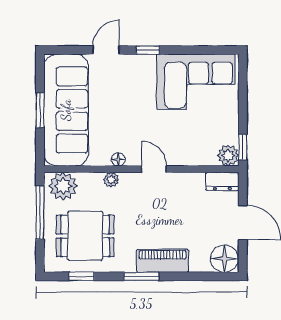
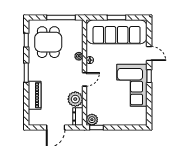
corner sofa: (196, 82) -> (132, 85), moved
plant: (63, 186) -> (75, 99), moved
floor lamp: (224, 259) -> (36, 118), removed
piano: (162, 261) -> (35, 95), moved

